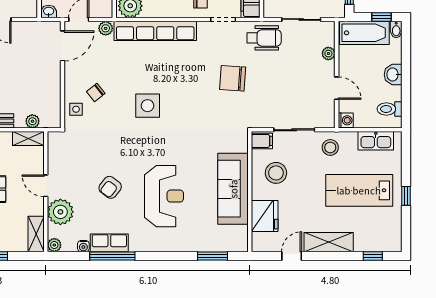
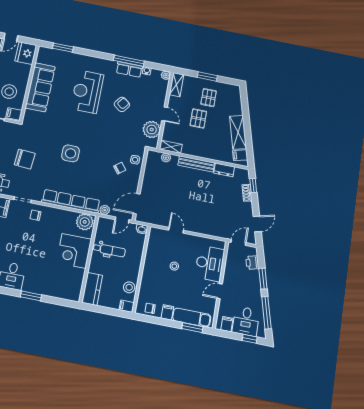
side table: (148, 106) -> (71, 153), moved
plant: (60, 212) -> (152, 130), moved
fridge: (265, 216) -> (26, 53), moved

